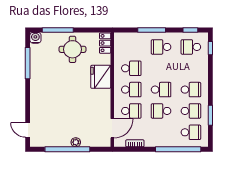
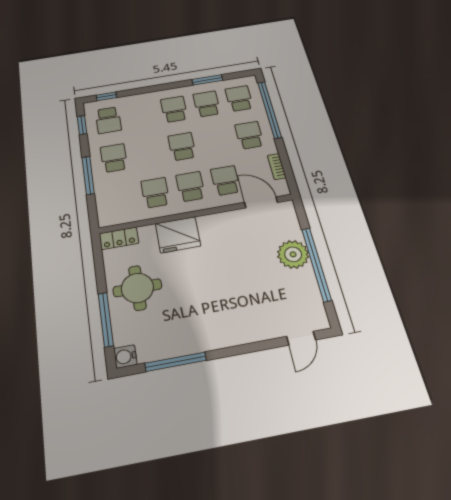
school desk: (161, 47) -> (114, 158), turned 180
school desk: (161, 111) -> (249, 135), moved, turned 180
plant: (76, 142) -> (293, 254), width x1.88, depth x1.88

